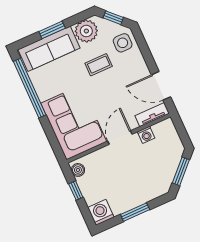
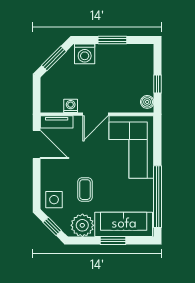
coffee table: (99, 65) -> (85, 190), turned 90
washing machine: (101, 212) -> (85, 54), moved

